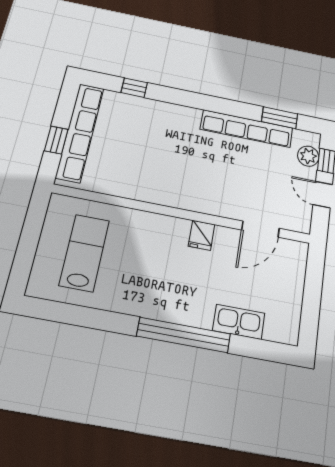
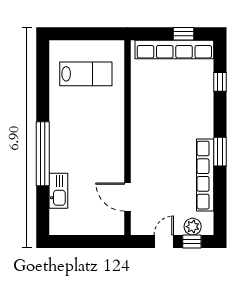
window: (280, 118) -> (220, 152), moved
window: (56, 140) -> (183, 34), moved
fridge: (202, 235) -> (114, 154), removed

